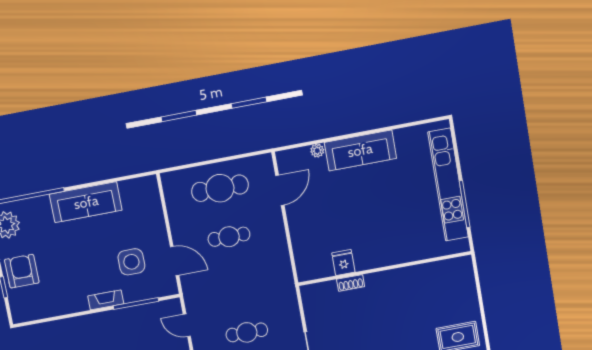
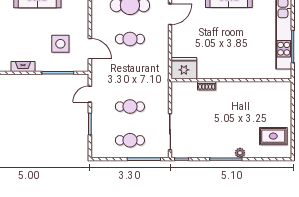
fridge: (343, 263) -> (184, 68), moved, width x1.88, depth x1.34
fireplace: (106, 300) -> (23, 67), moved
door: (187, 325) -> (90, 94), hinge flipped

